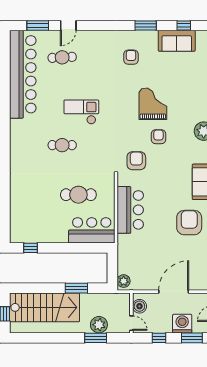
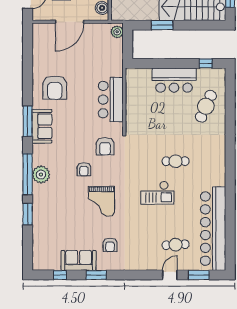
sofa: (177, 41) -> (79, 260), moved
grand piano: (153, 104) -> (101, 201), moved
cafe table: (78, 195) -> (206, 106), moved, turned -66
bar counter: (92, 230) -> (174, 80), moved

